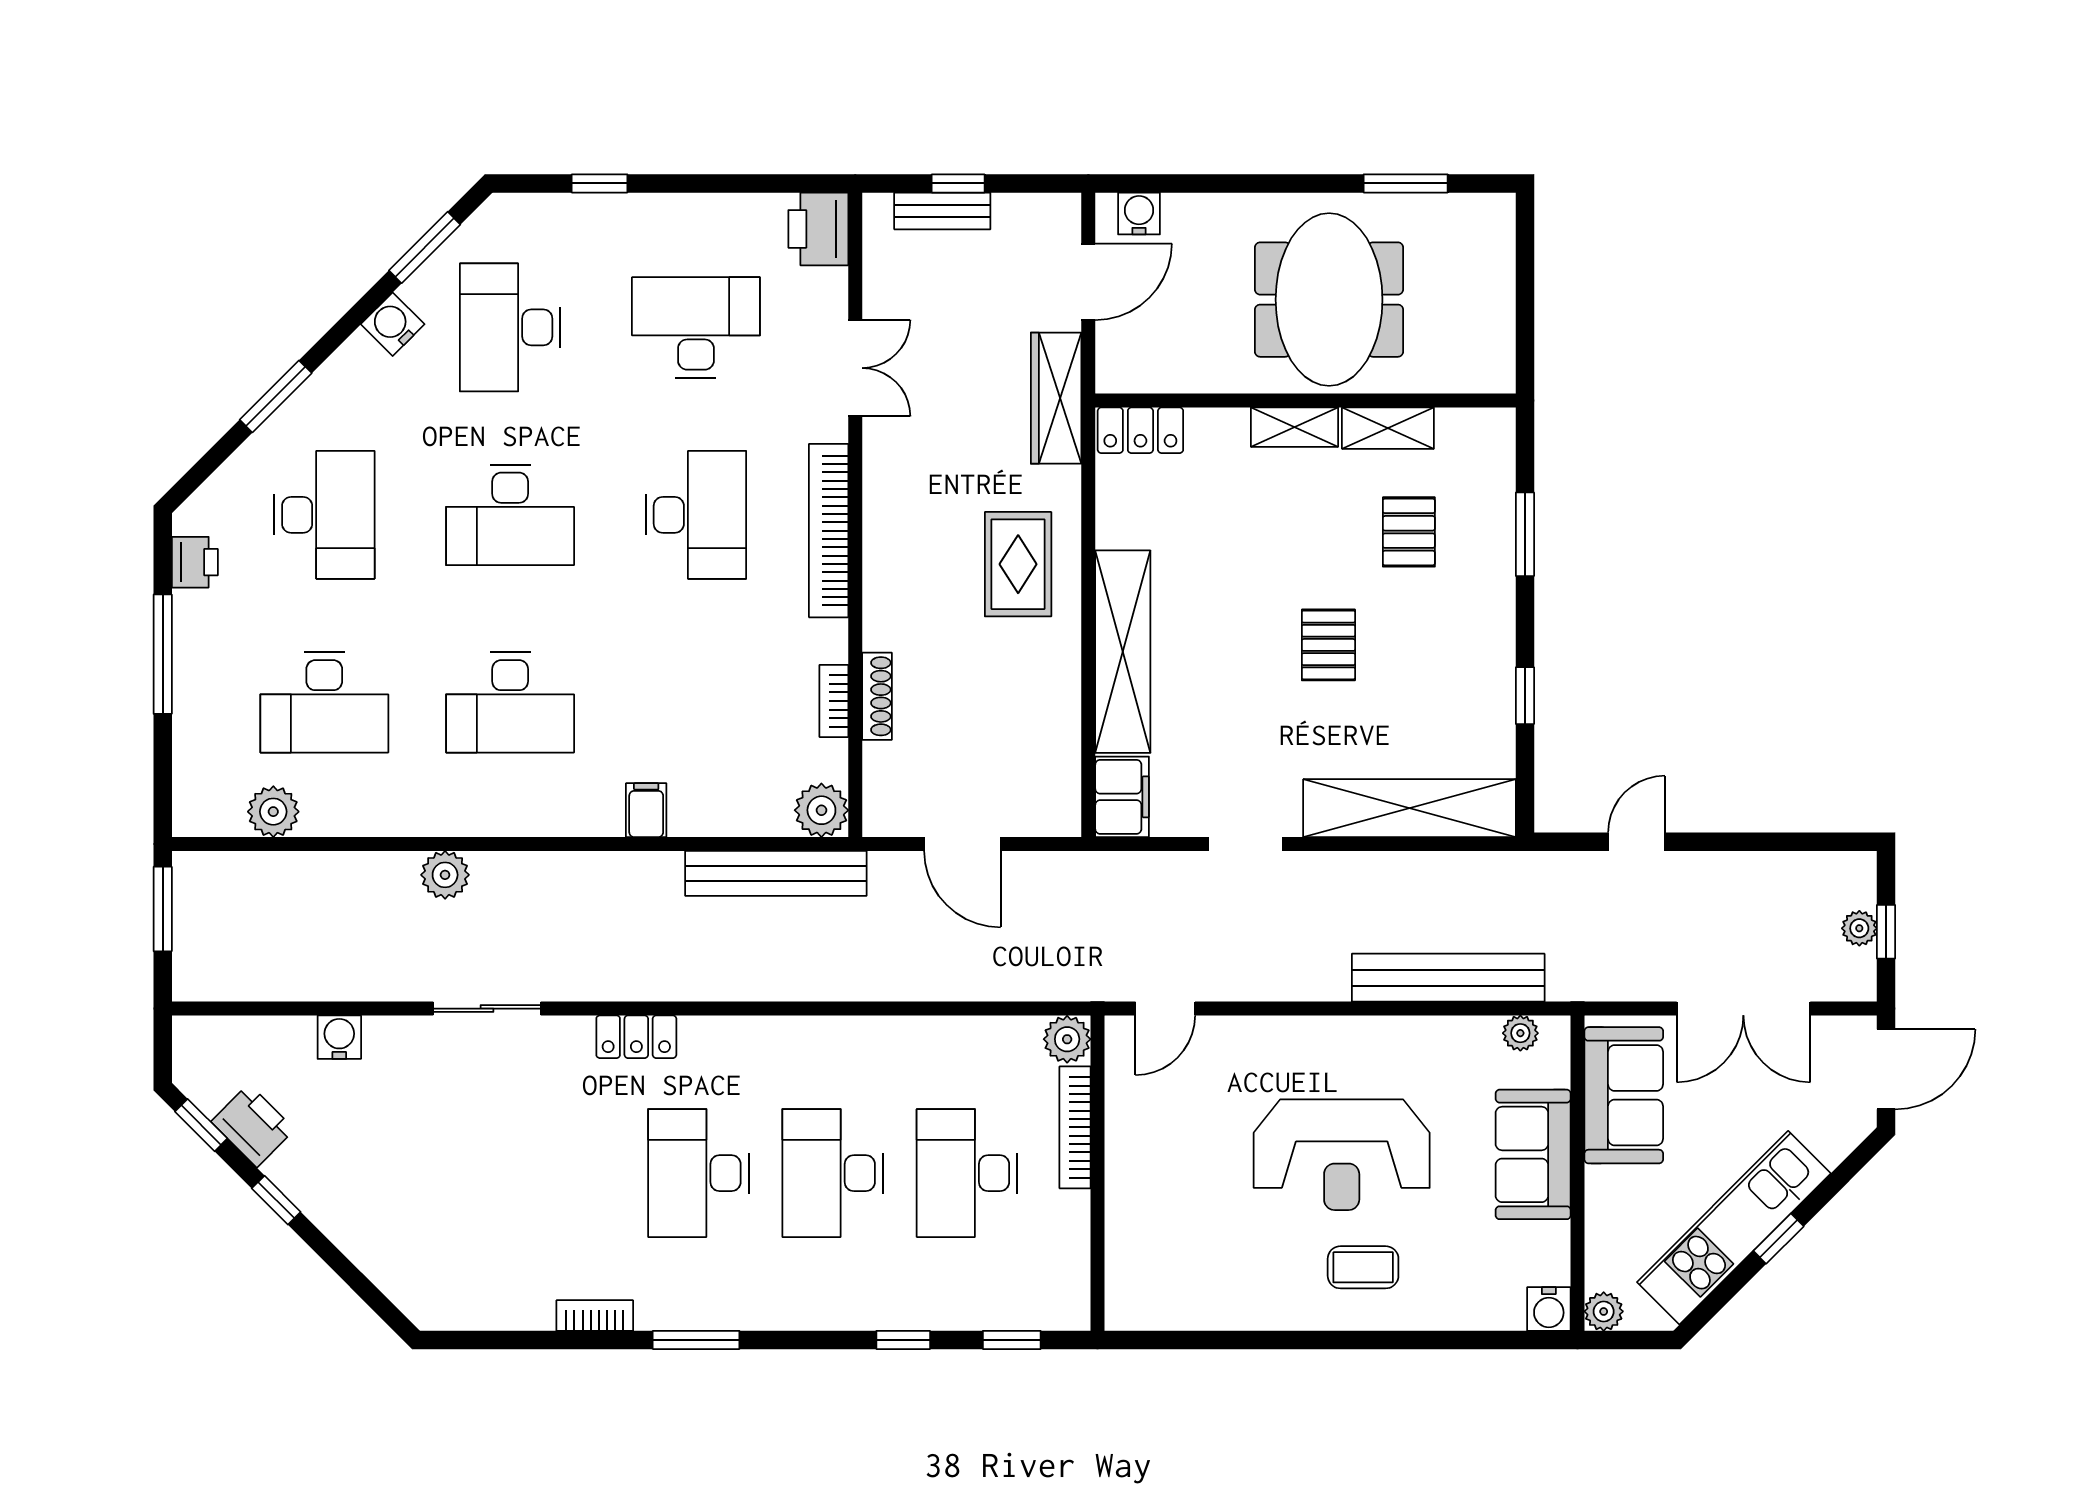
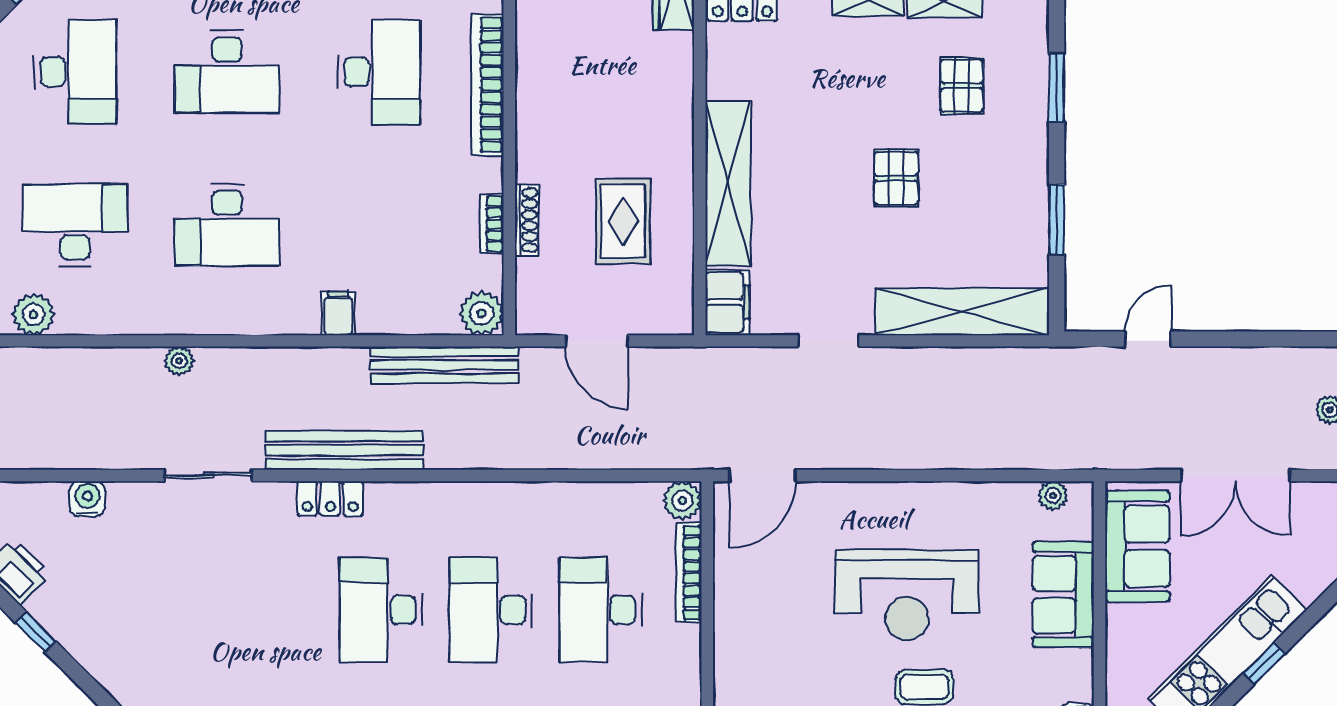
rug: (1018, 564) -> (623, 221), moved
window: (1525, 696) -> (1057, 220), width x1.50
desk: (324, 702) -> (75, 225), turned 180
plant: (445, 875) -> (179, 361), width x0.73, depth x0.73
bench: (1448, 978) -> (344, 450), moved
door: (1165, 1009) -> (763, 475), width x1.38

